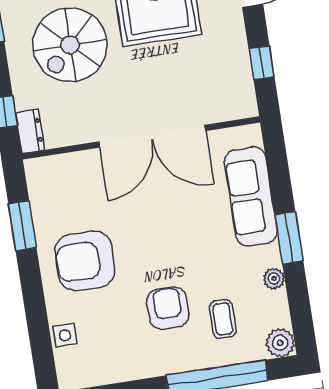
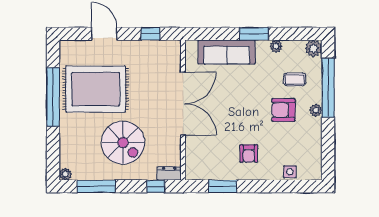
armchair: (85, 261) -> (249, 153), width x0.53, depth x0.53
plant: (176, 363) -> (316, 110), added

